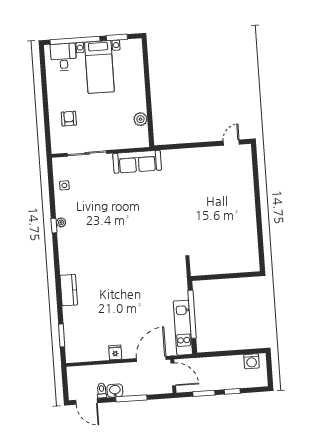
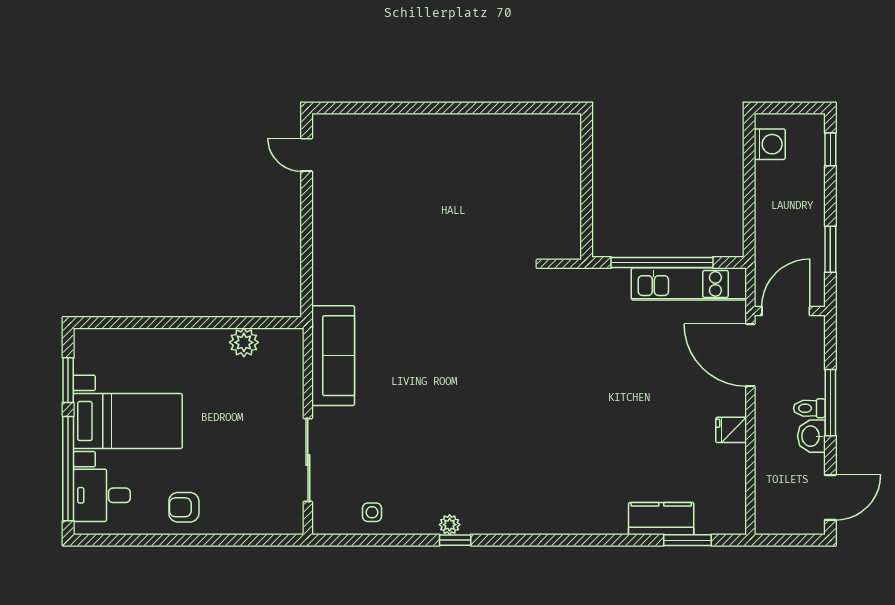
armchair: (69, 119) -> (184, 507), moved
kitchen counter: (69, 290) -> (661, 519), moved
toilet: (102, 391) -> (809, 408), moved
window: (232, 391) -> (830, 149), moved

